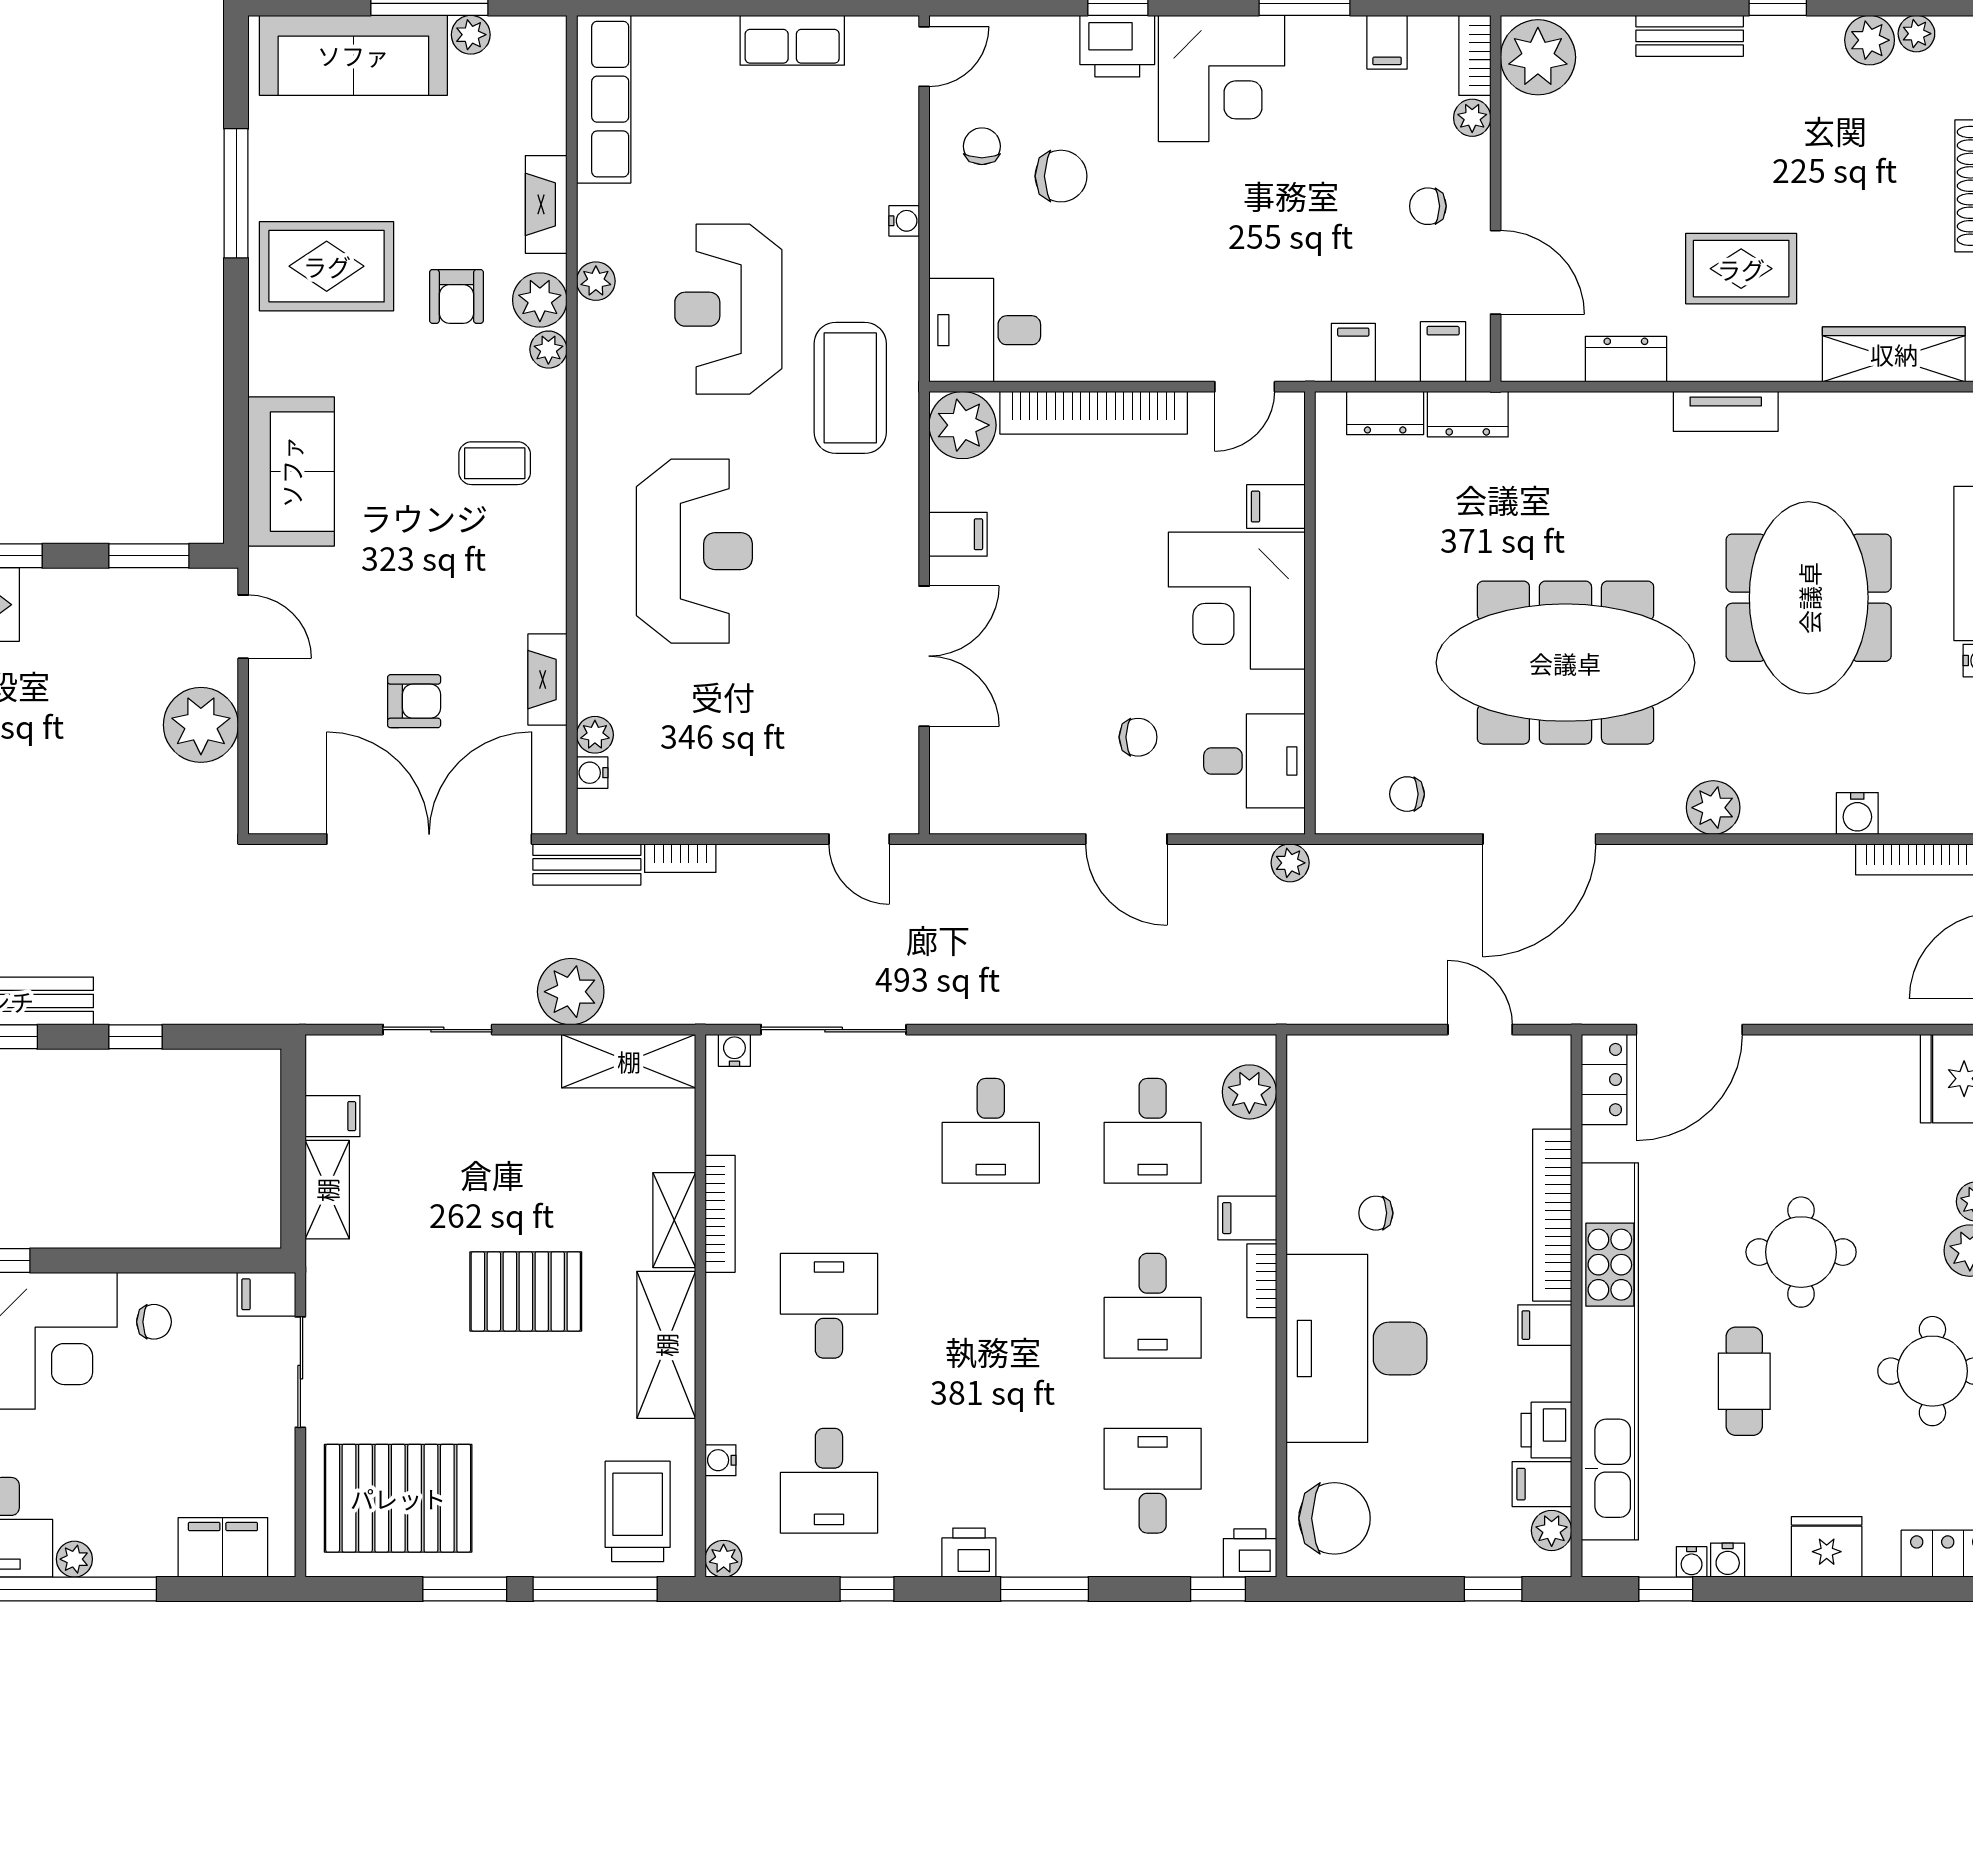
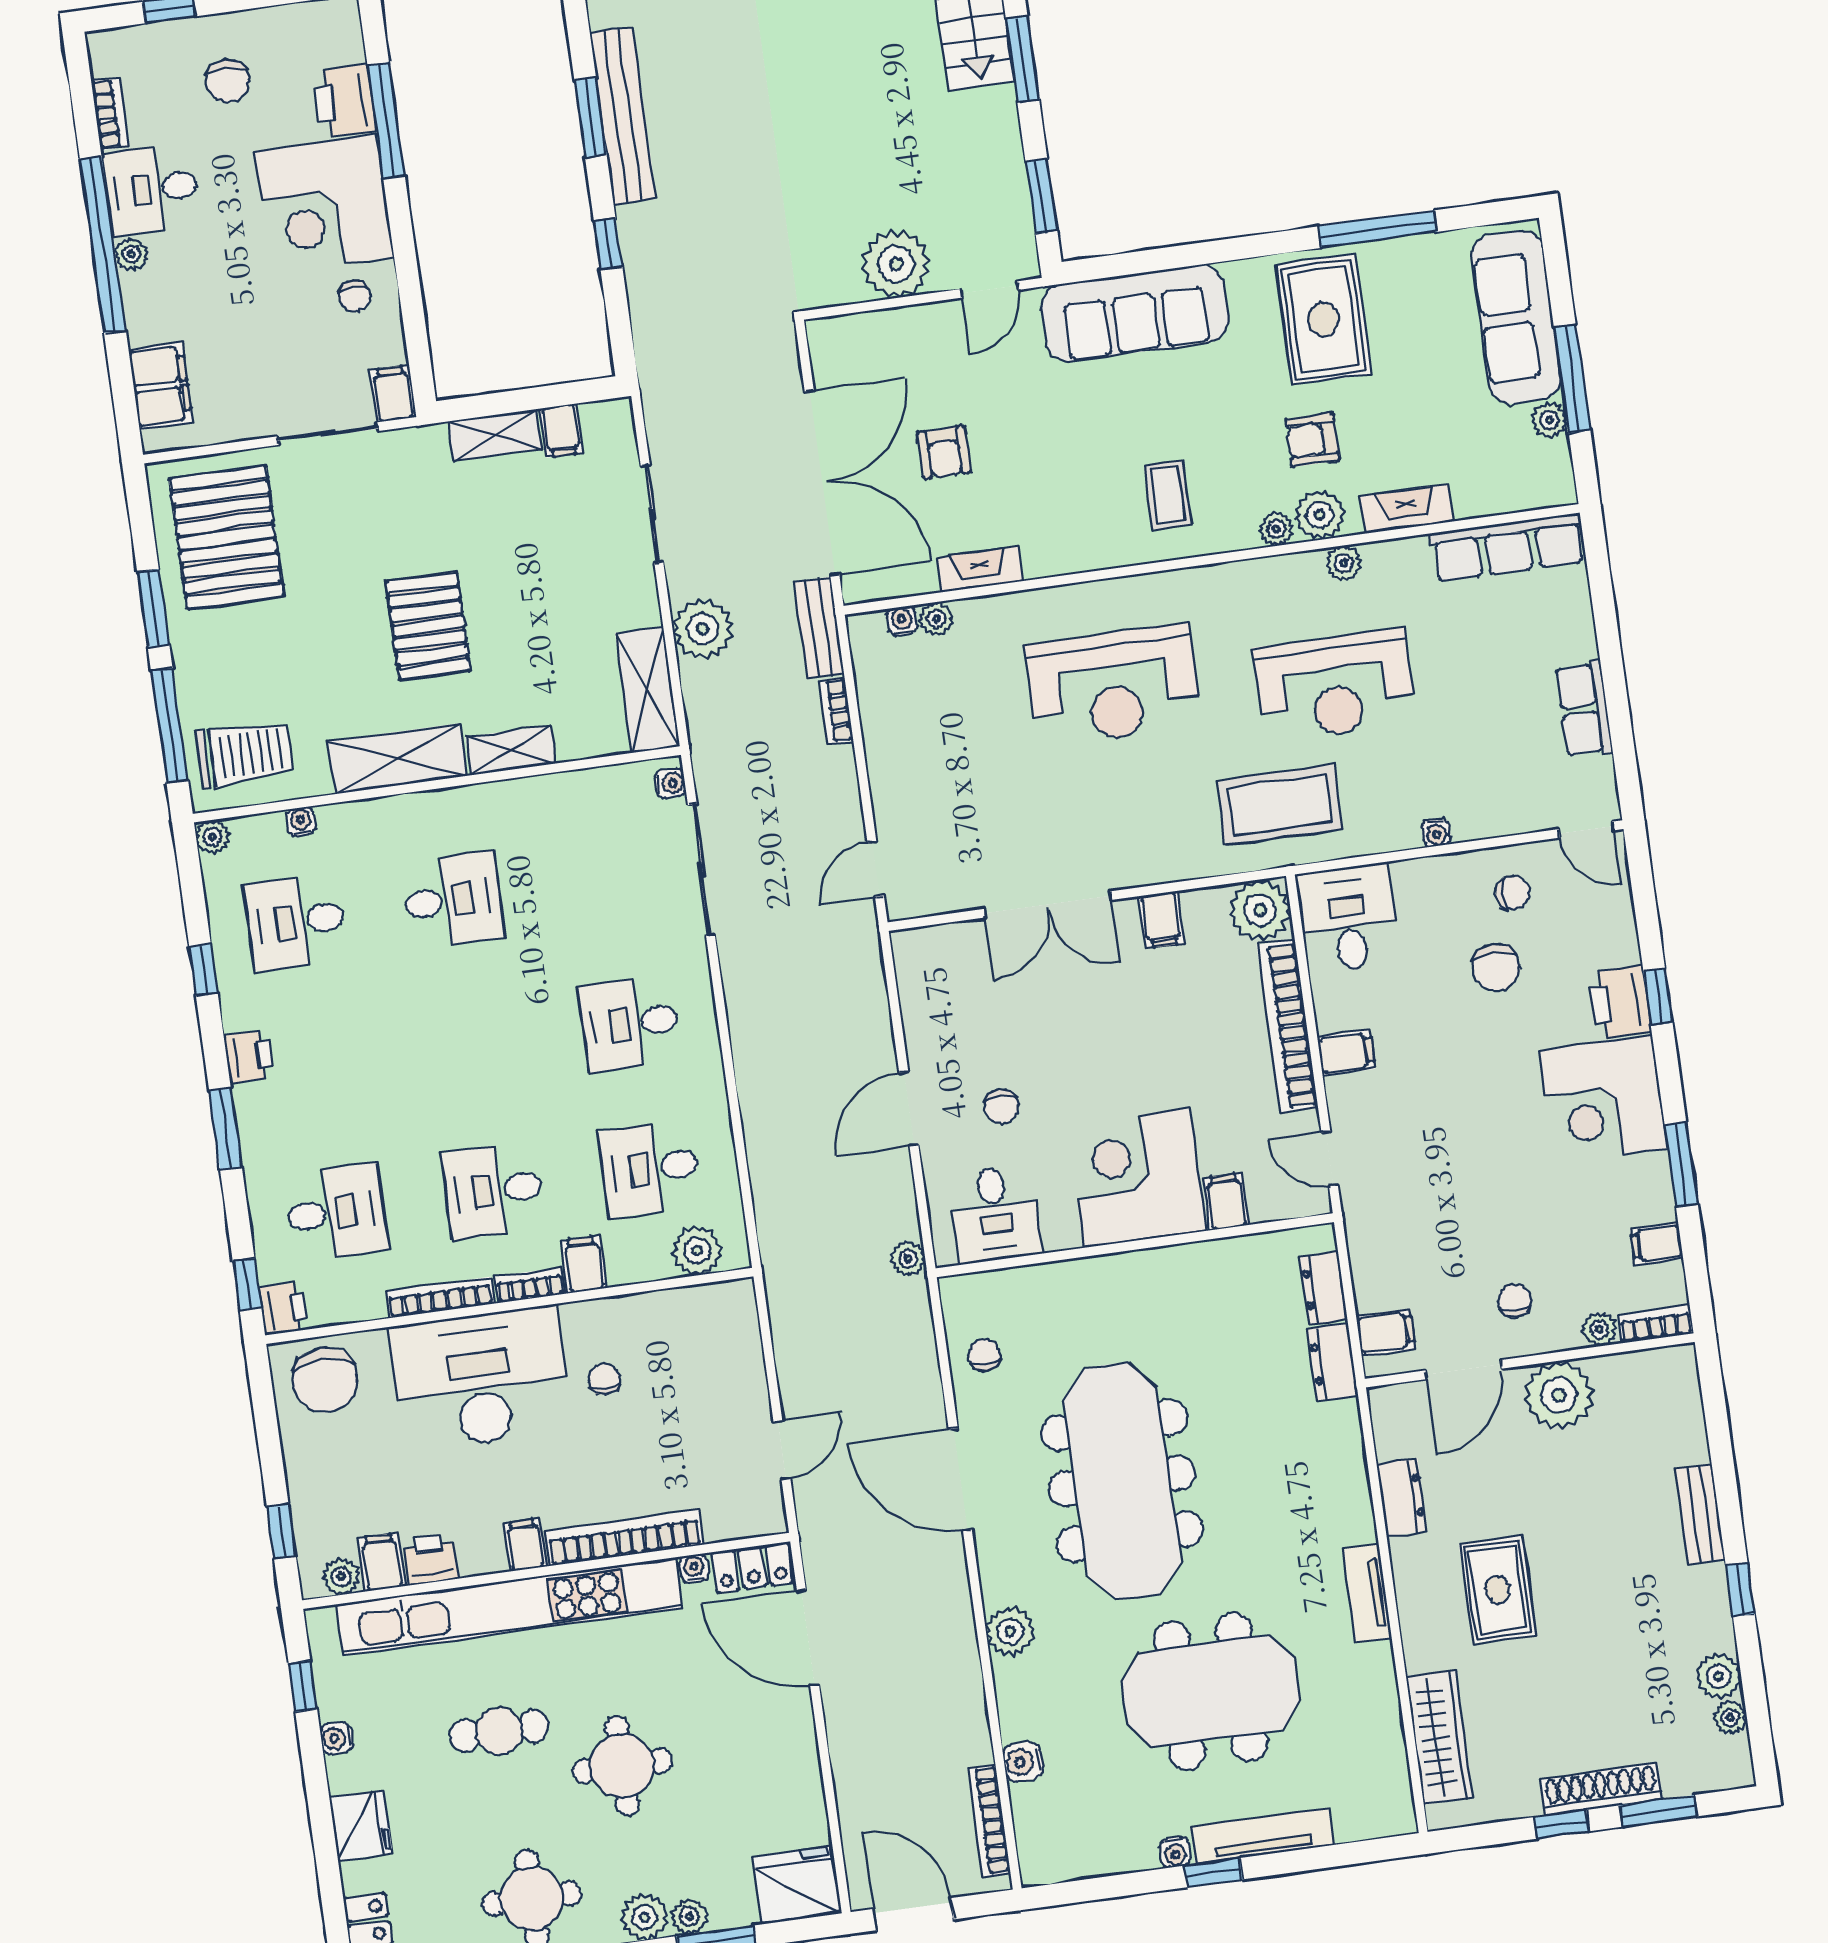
plant: (1538, 57) -> (1559, 1395), moved
reception desk: (728, 309) -> (1335, 685), turned 180
filing cabinet: (1353, 353) -> (1346, 1053), moved
sofa: (291, 472) -> (1135, 313), width x1.36
bookcase: (720, 1214) -> (440, 1297), moved, turned 180
water cooler: (1692, 1562) -> (694, 1569), moved, turned 90

